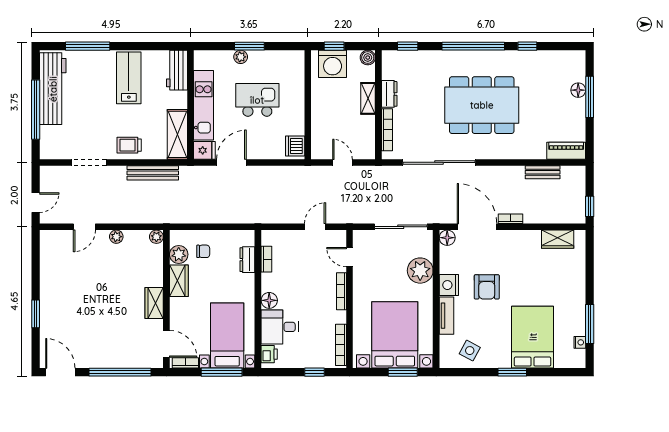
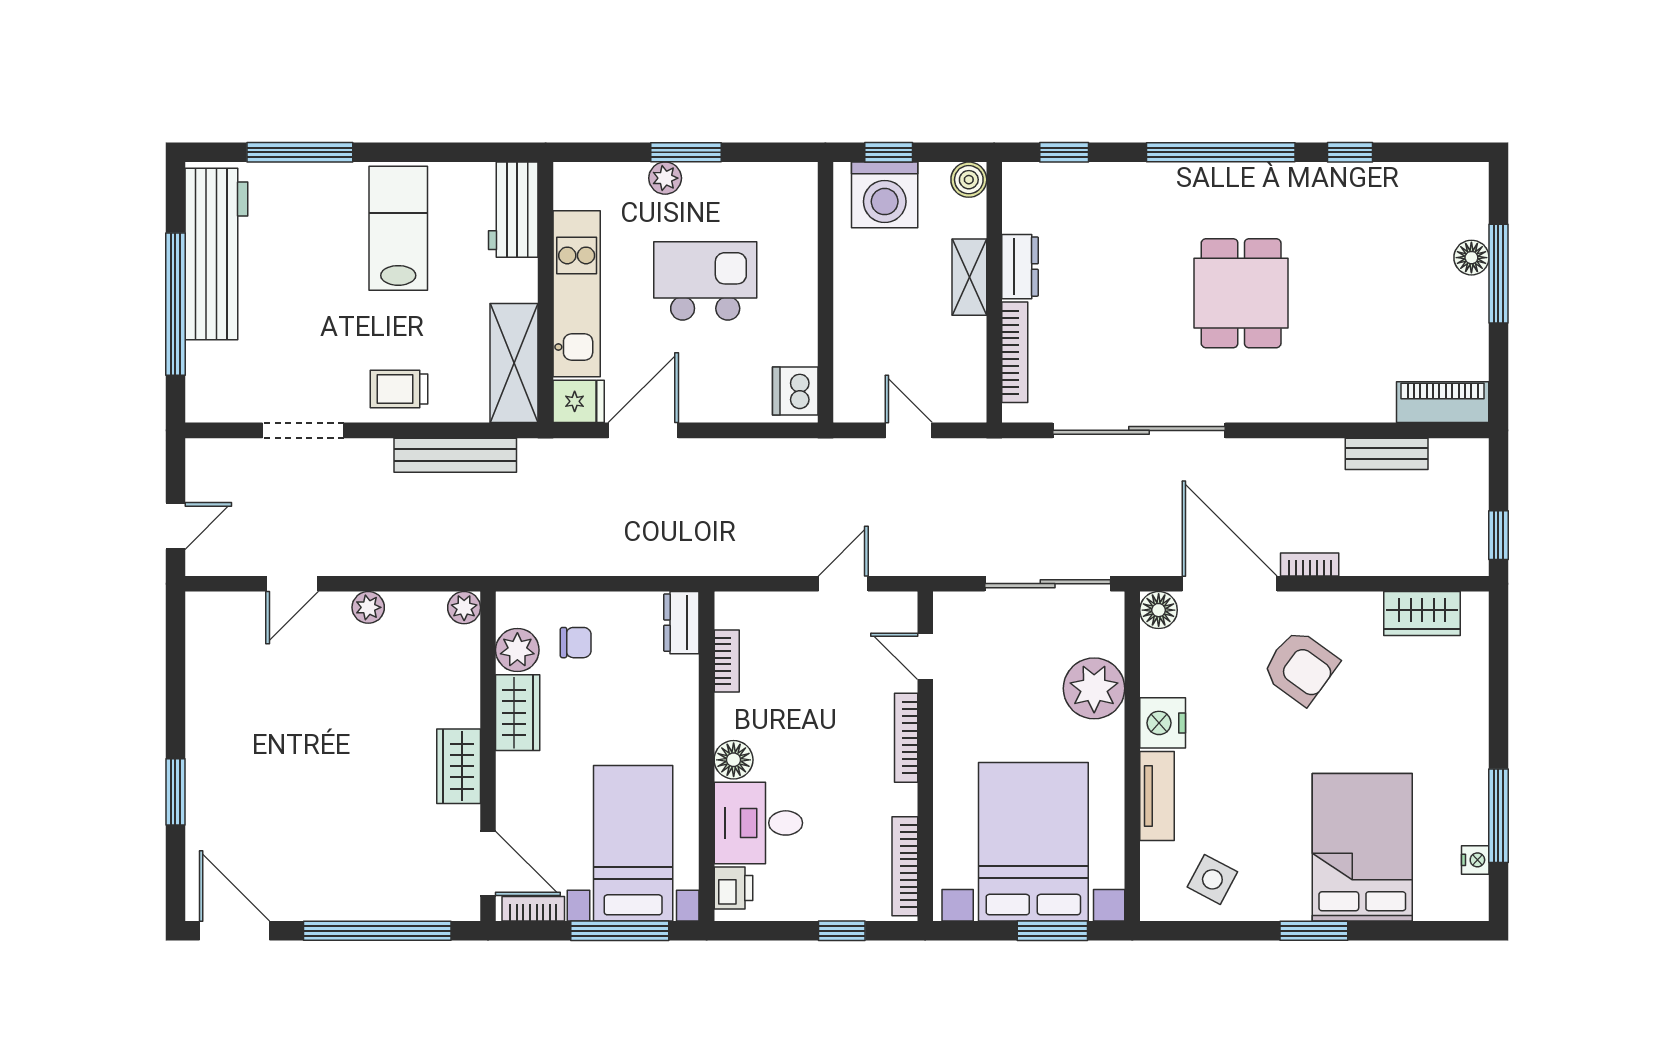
dining table: (482, 105) -> (1241, 293), width x0.53, depth x0.80
dresser: (247, 260) -> (681, 623), moved
armchair: (487, 287) -> (1300, 667), moved, turned -54

